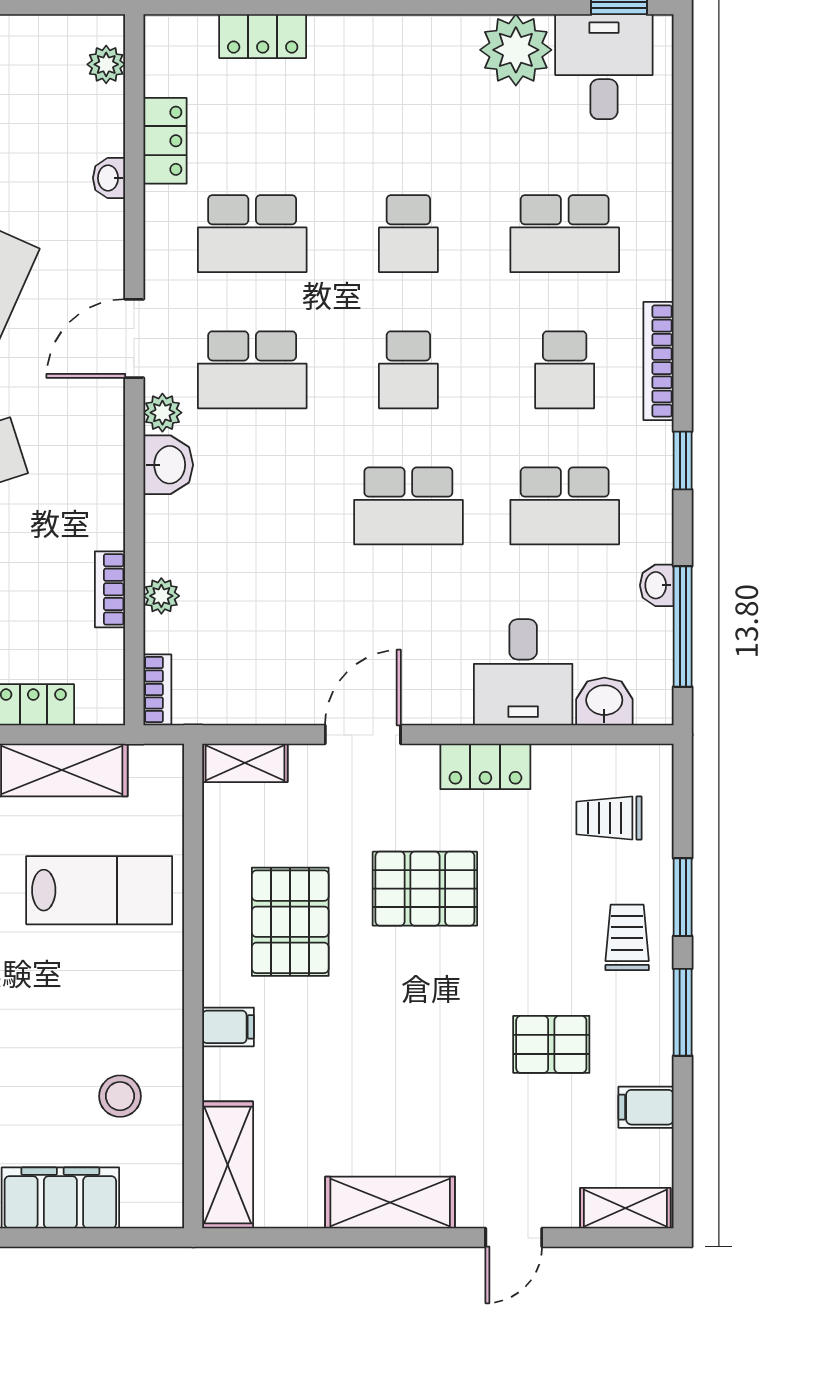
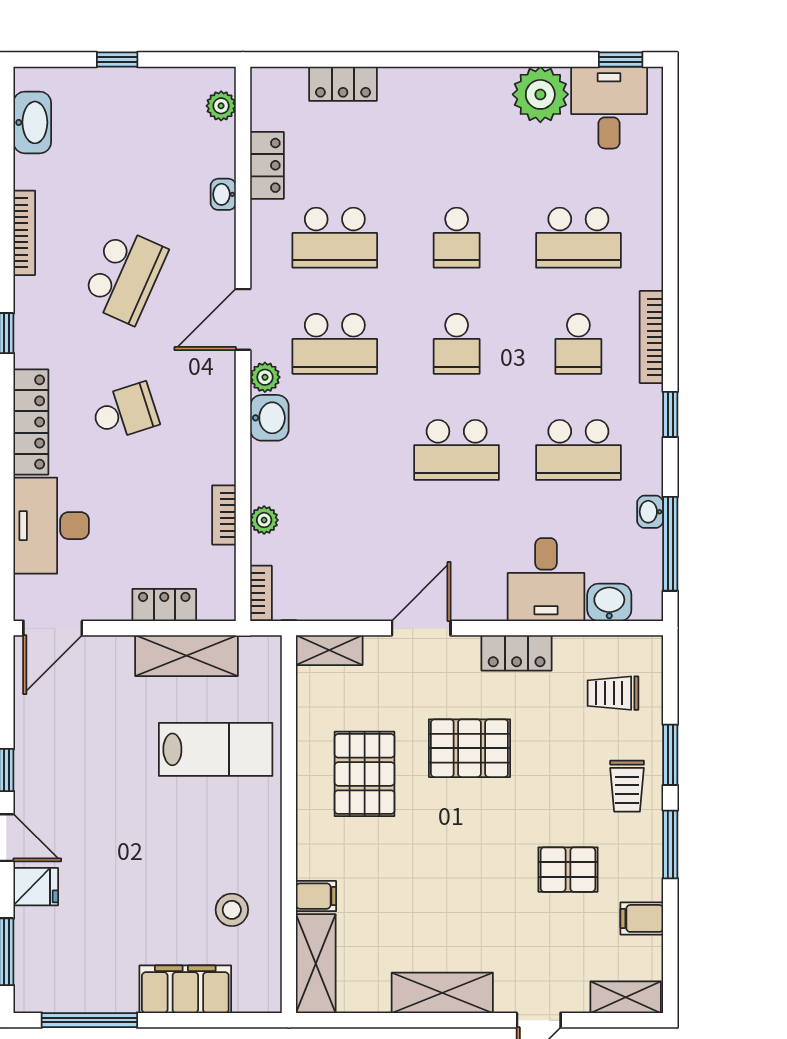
trolley: (627, 937) -> (627, 786), turned 180
filing cabinet: (228, 1027) -> (316, 896), moved

